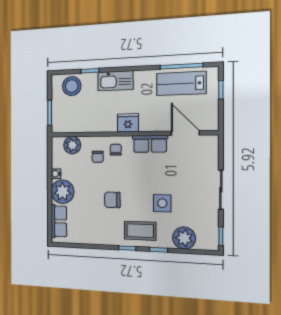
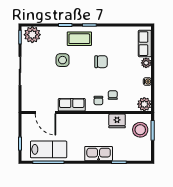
stool: (72, 86) -> (140, 130), moved
fridge: (128, 123) -> (117, 121), moved
plant: (72, 145) -> (144, 104), moved
plant: (63, 192) -> (146, 63), width x0.53, depth x0.53
plant: (184, 238) -> (32, 35), moved

